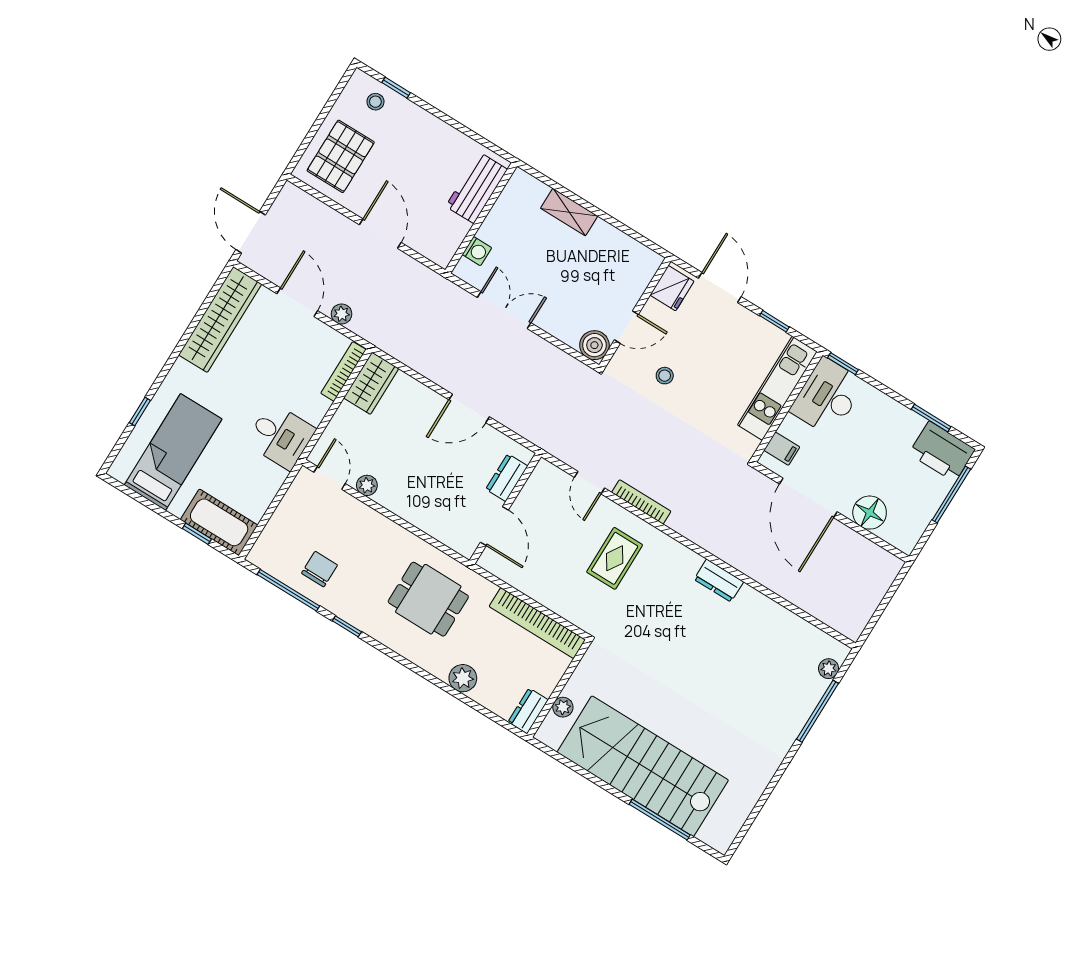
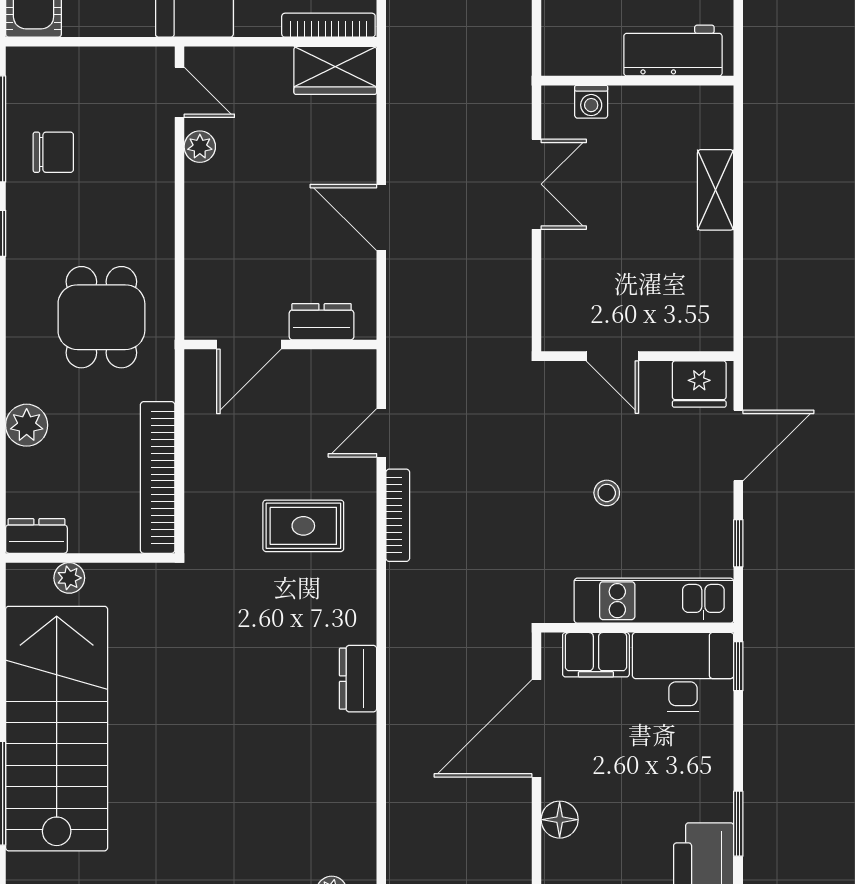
boiler: (594, 345) -> (563, 329), removed
stool: (665, 376) -> (607, 493), moved
filing cabinet: (782, 449) -> (596, 655), width x2.00
door: (330, 478) -> (179, 92), hinge flipped
floor lamp: (870, 513) -> (560, 820), width x0.73, depth x0.73

